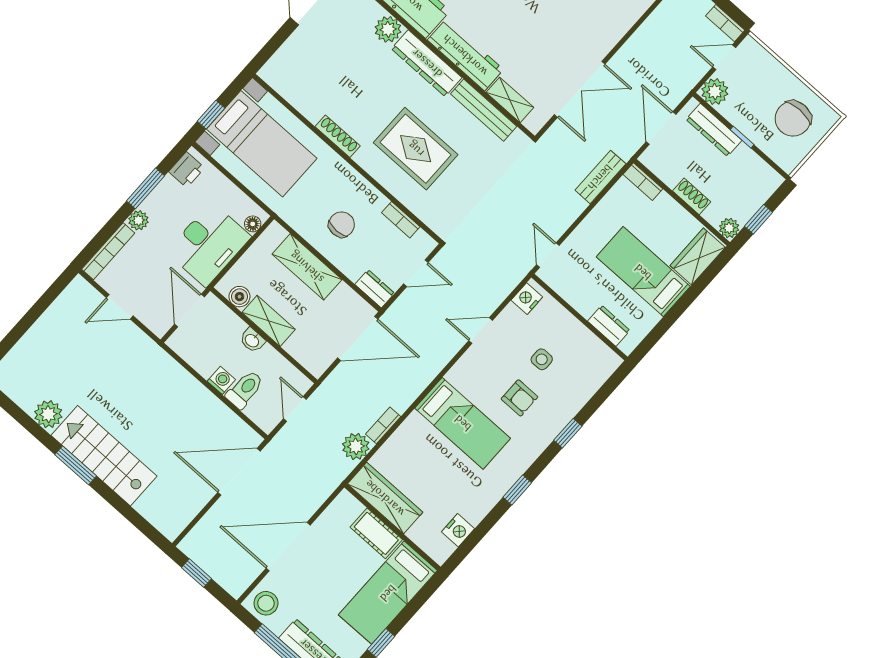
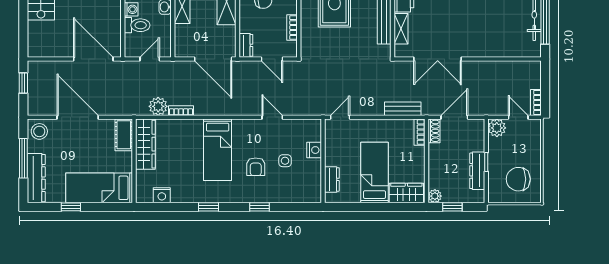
dresser: (714, 130) -> (477, 171), moved
shoe rack: (692, 196) -> (434, 131), moved
nightstand: (527, 299) -> (314, 150), moved, turned 90
cot: (376, 533) -> (124, 135), moved

